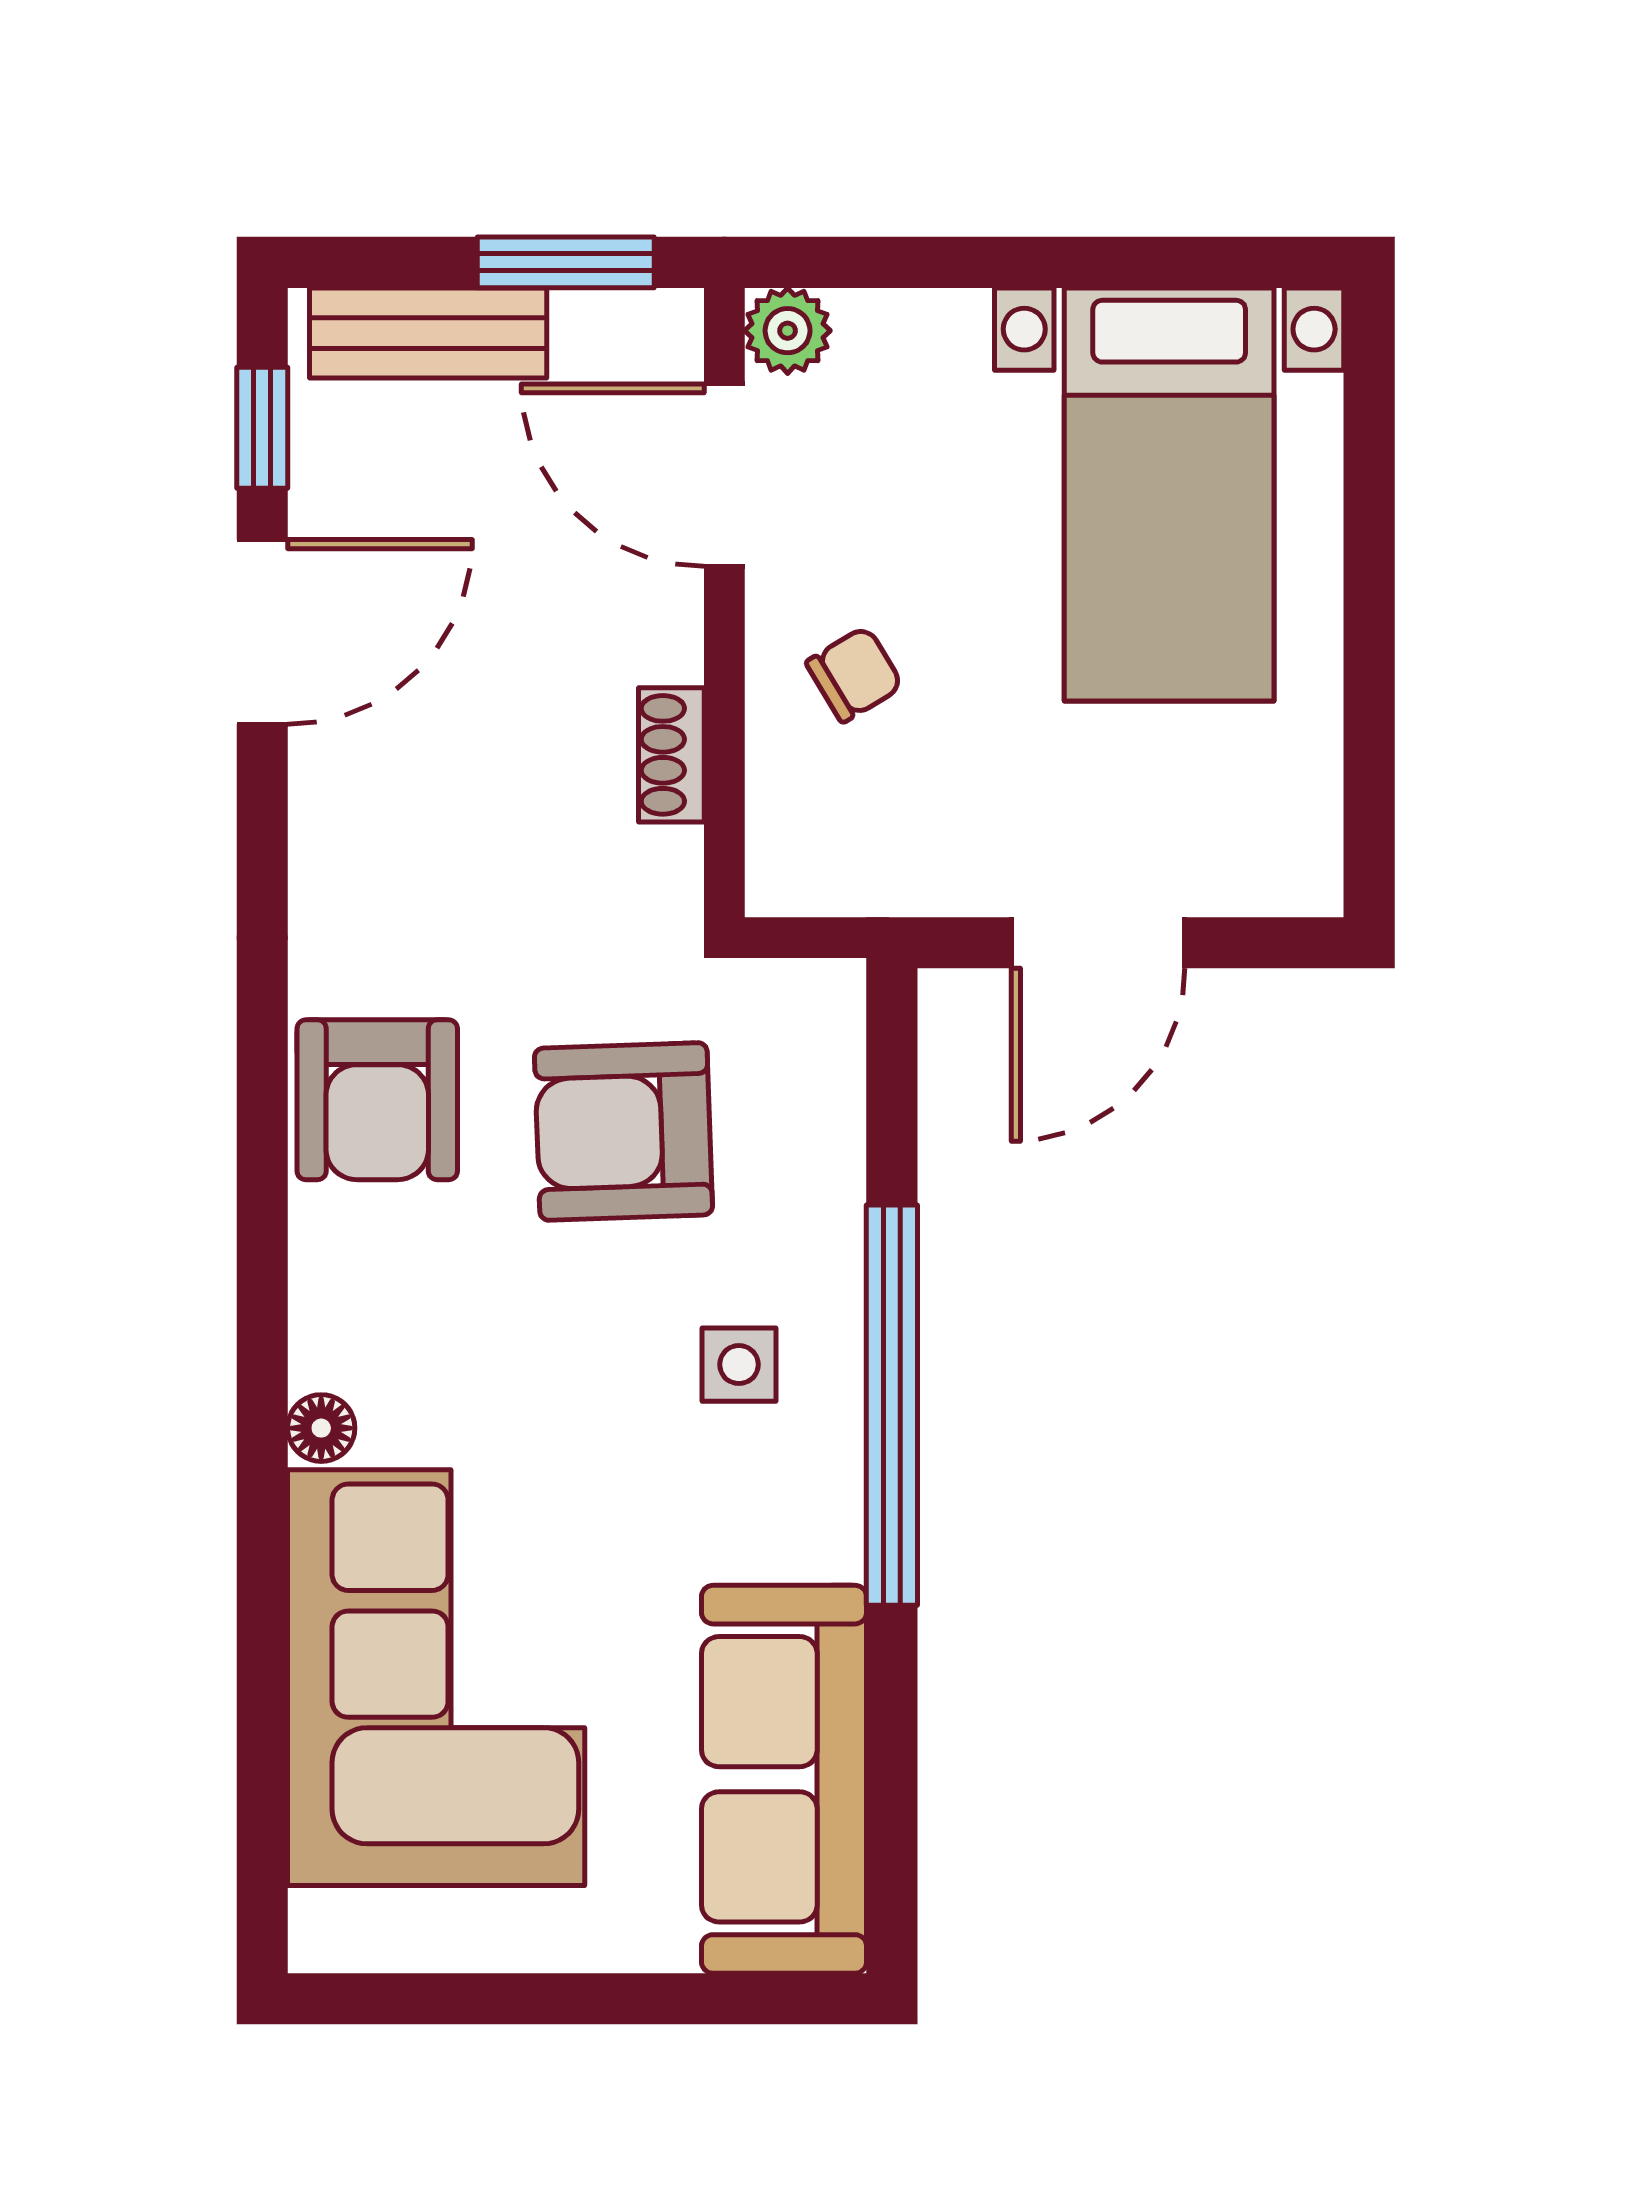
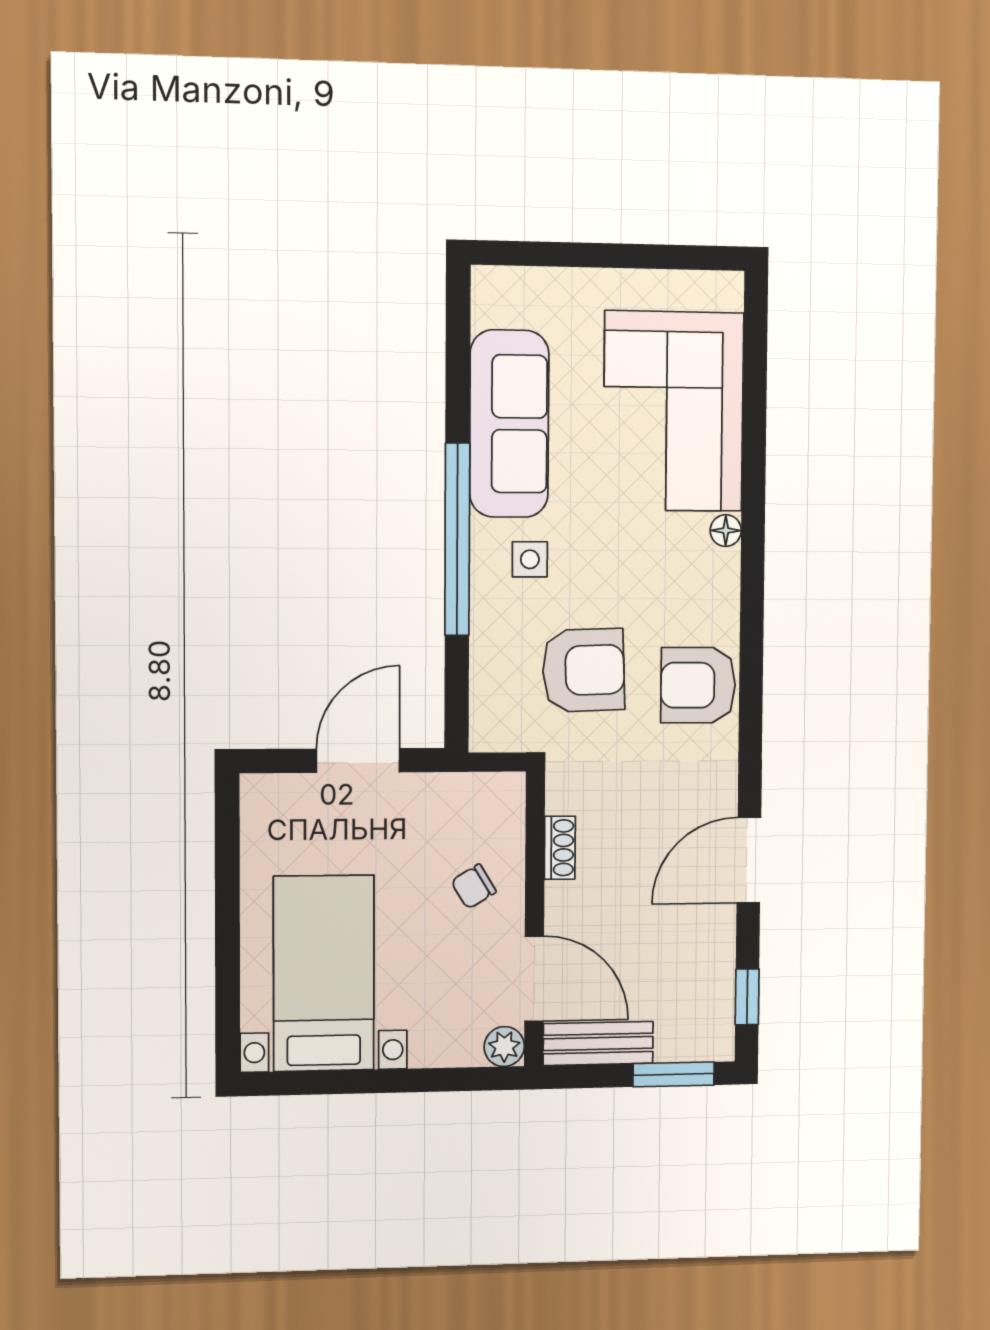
window: (566, 262) -> (674, 1074), moved
bench: (428, 333) -> (598, 1043), moved
door: (262, 632) -> (749, 860), moved
armchair: (377, 1100) -> (698, 685), turned -90
sofa: (784, 1779) -> (509, 424), moved

